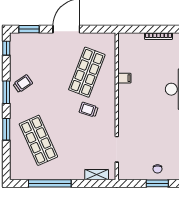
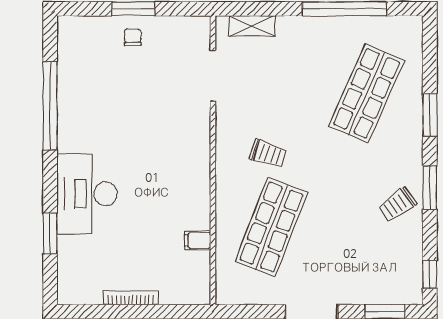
filing cabinet: (124, 78) -> (198, 240), moved
shop shelf: (38, 140) -> (367, 93), turned 48

